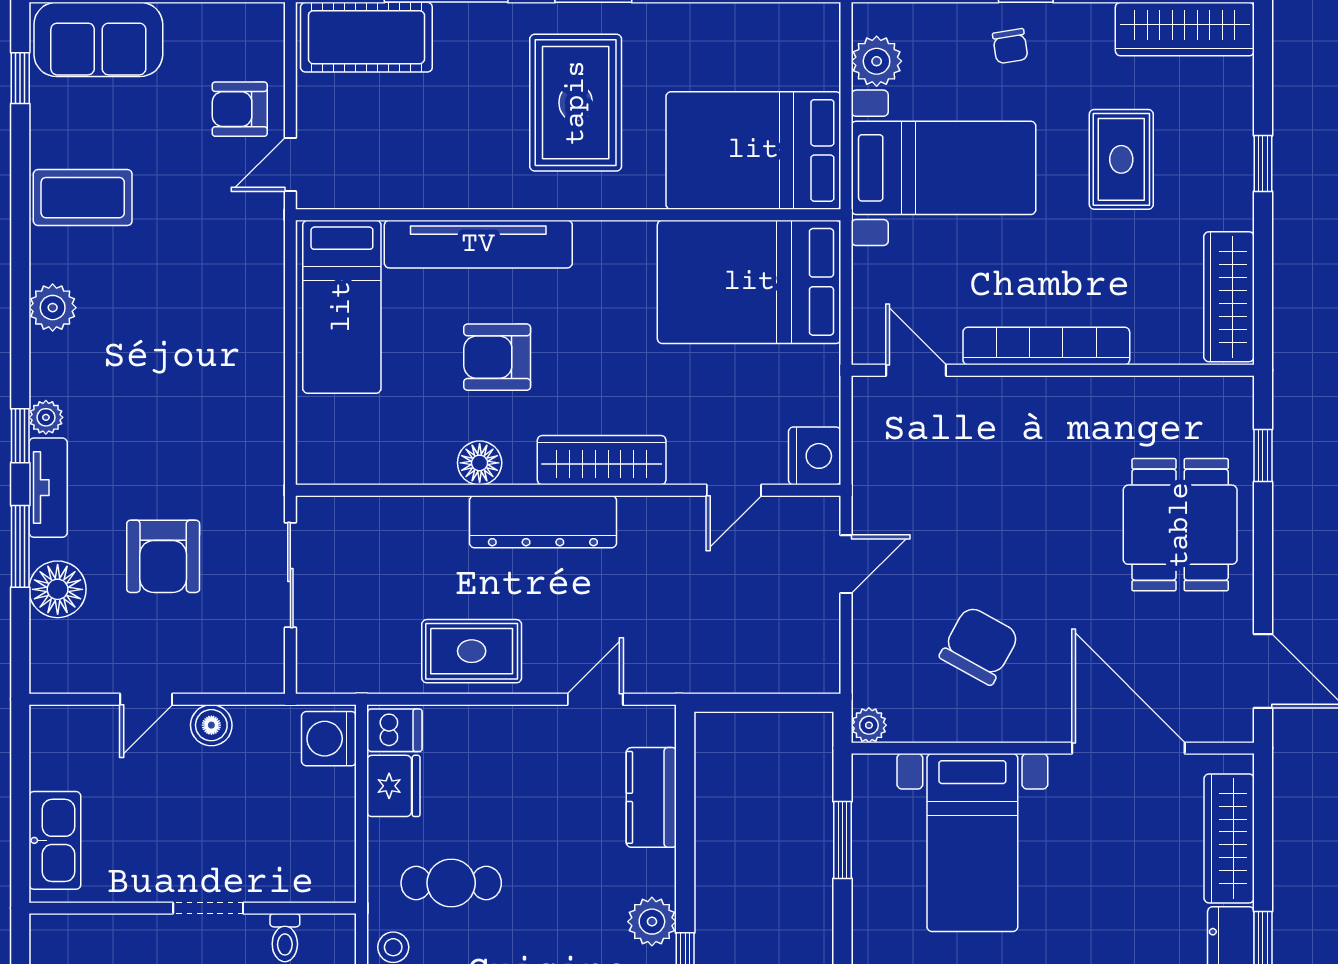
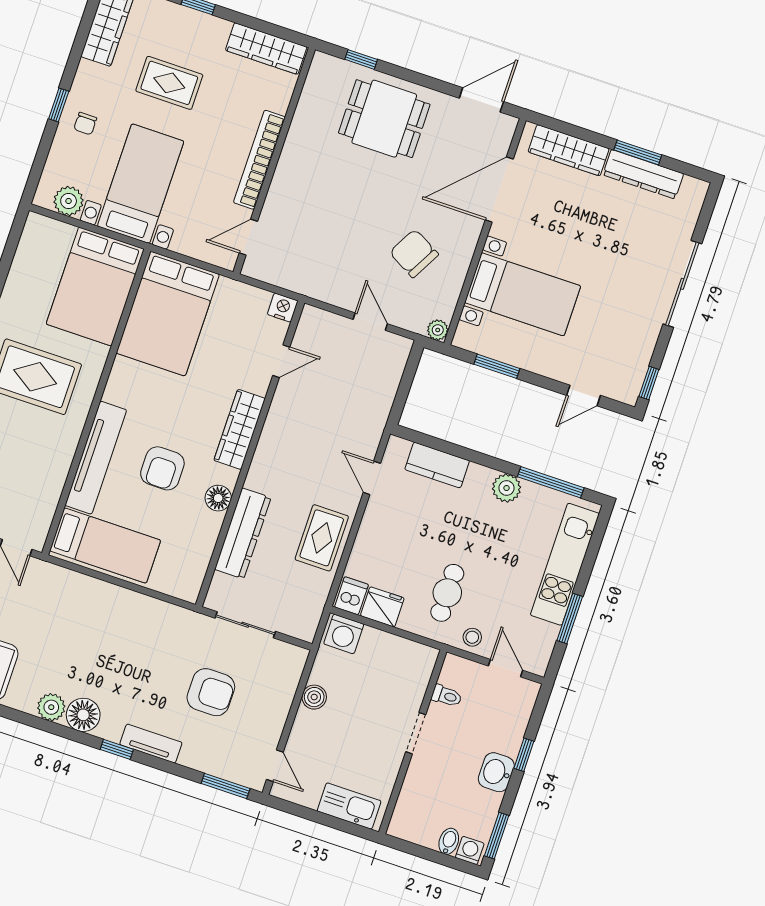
chair: (1010, 46) -> (85, 124), turned 99
plant: (46, 417) -> (111, 731), removed
nightstand: (815, 456) -> (283, 308), width x0.74, depth x0.75
door: (734, 490) -> (281, 361), hinge flipped
dresser: (543, 522) -> (243, 533), moved
window: (20, 546) -> (226, 786), moved
door: (846, 564) -> (370, 322), moved
floor lamp: (58, 589) -> (83, 715), moved
door: (146, 699) -> (275, 766), moved

